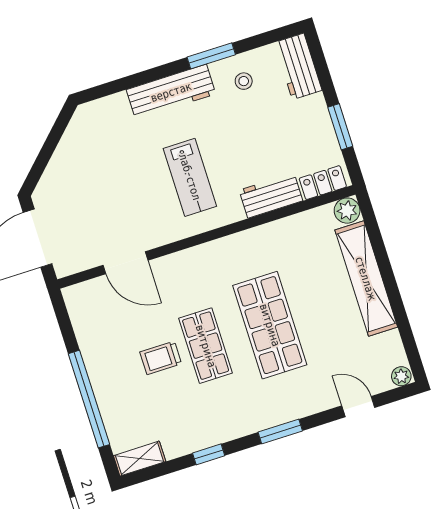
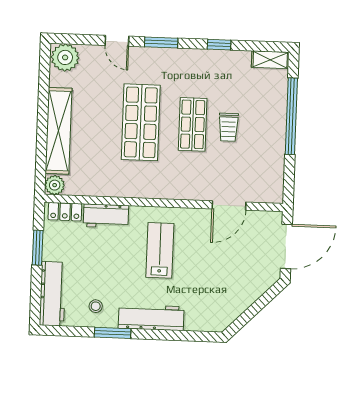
workbench: (298, 66) -> (53, 294), width x1.38
door: (125, 263) -> (229, 205), swing flipped
trolley: (161, 358) -> (228, 127), turned 90
plant: (401, 376) -> (65, 57), width x1.88, depth x1.88
door: (358, 407) -> (117, 41), moved

